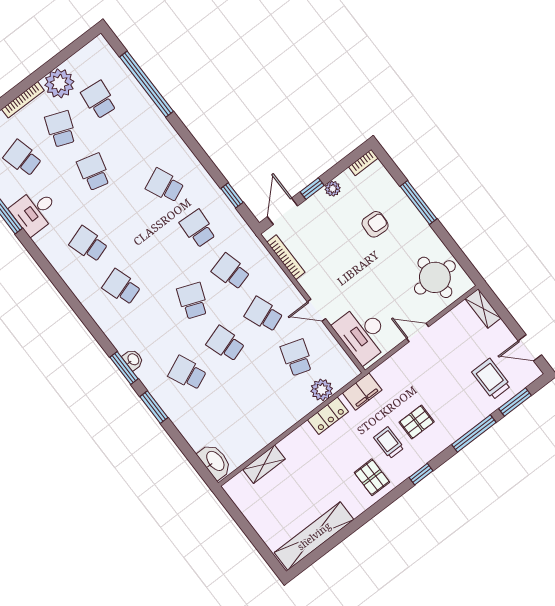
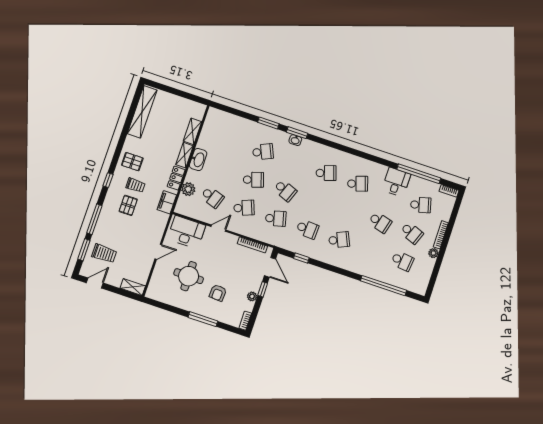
plant: (59, 83) -> (433, 253), width x0.53, depth x0.53
round table: (435, 277) -> (189, 276), moved
shelving: (296, 439) -> (185, 155), added
washbasin: (215, 461) -> (198, 160), moved, turned -90

